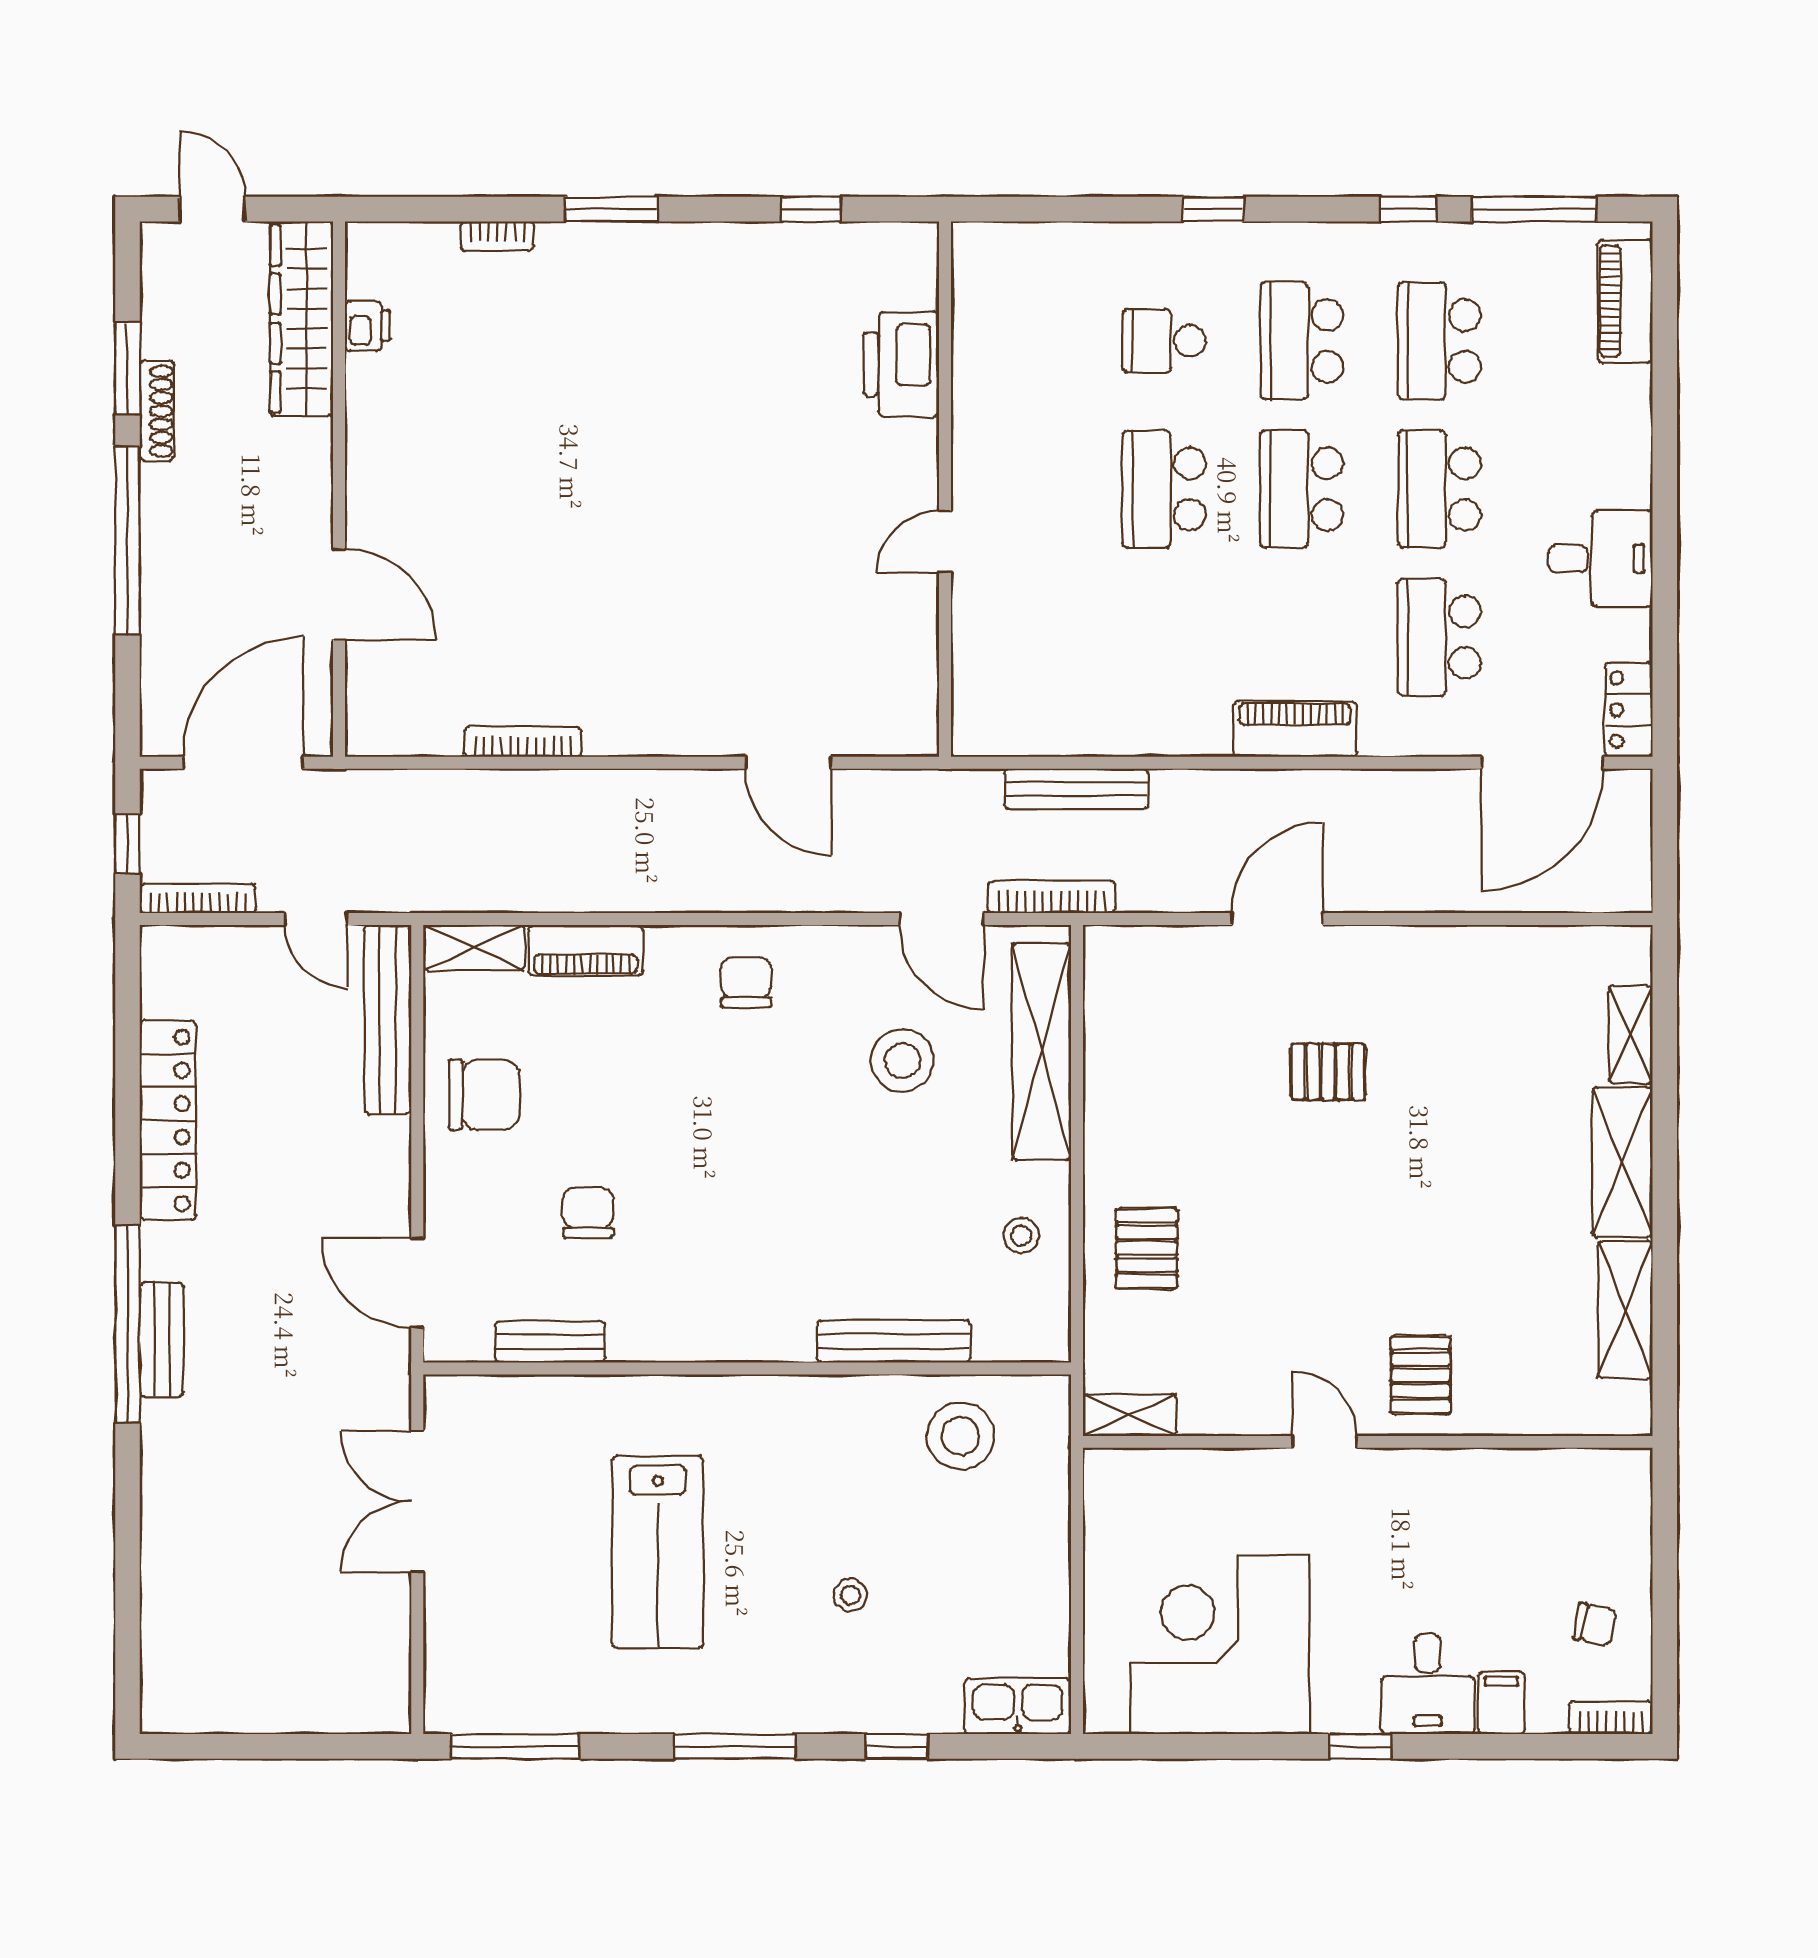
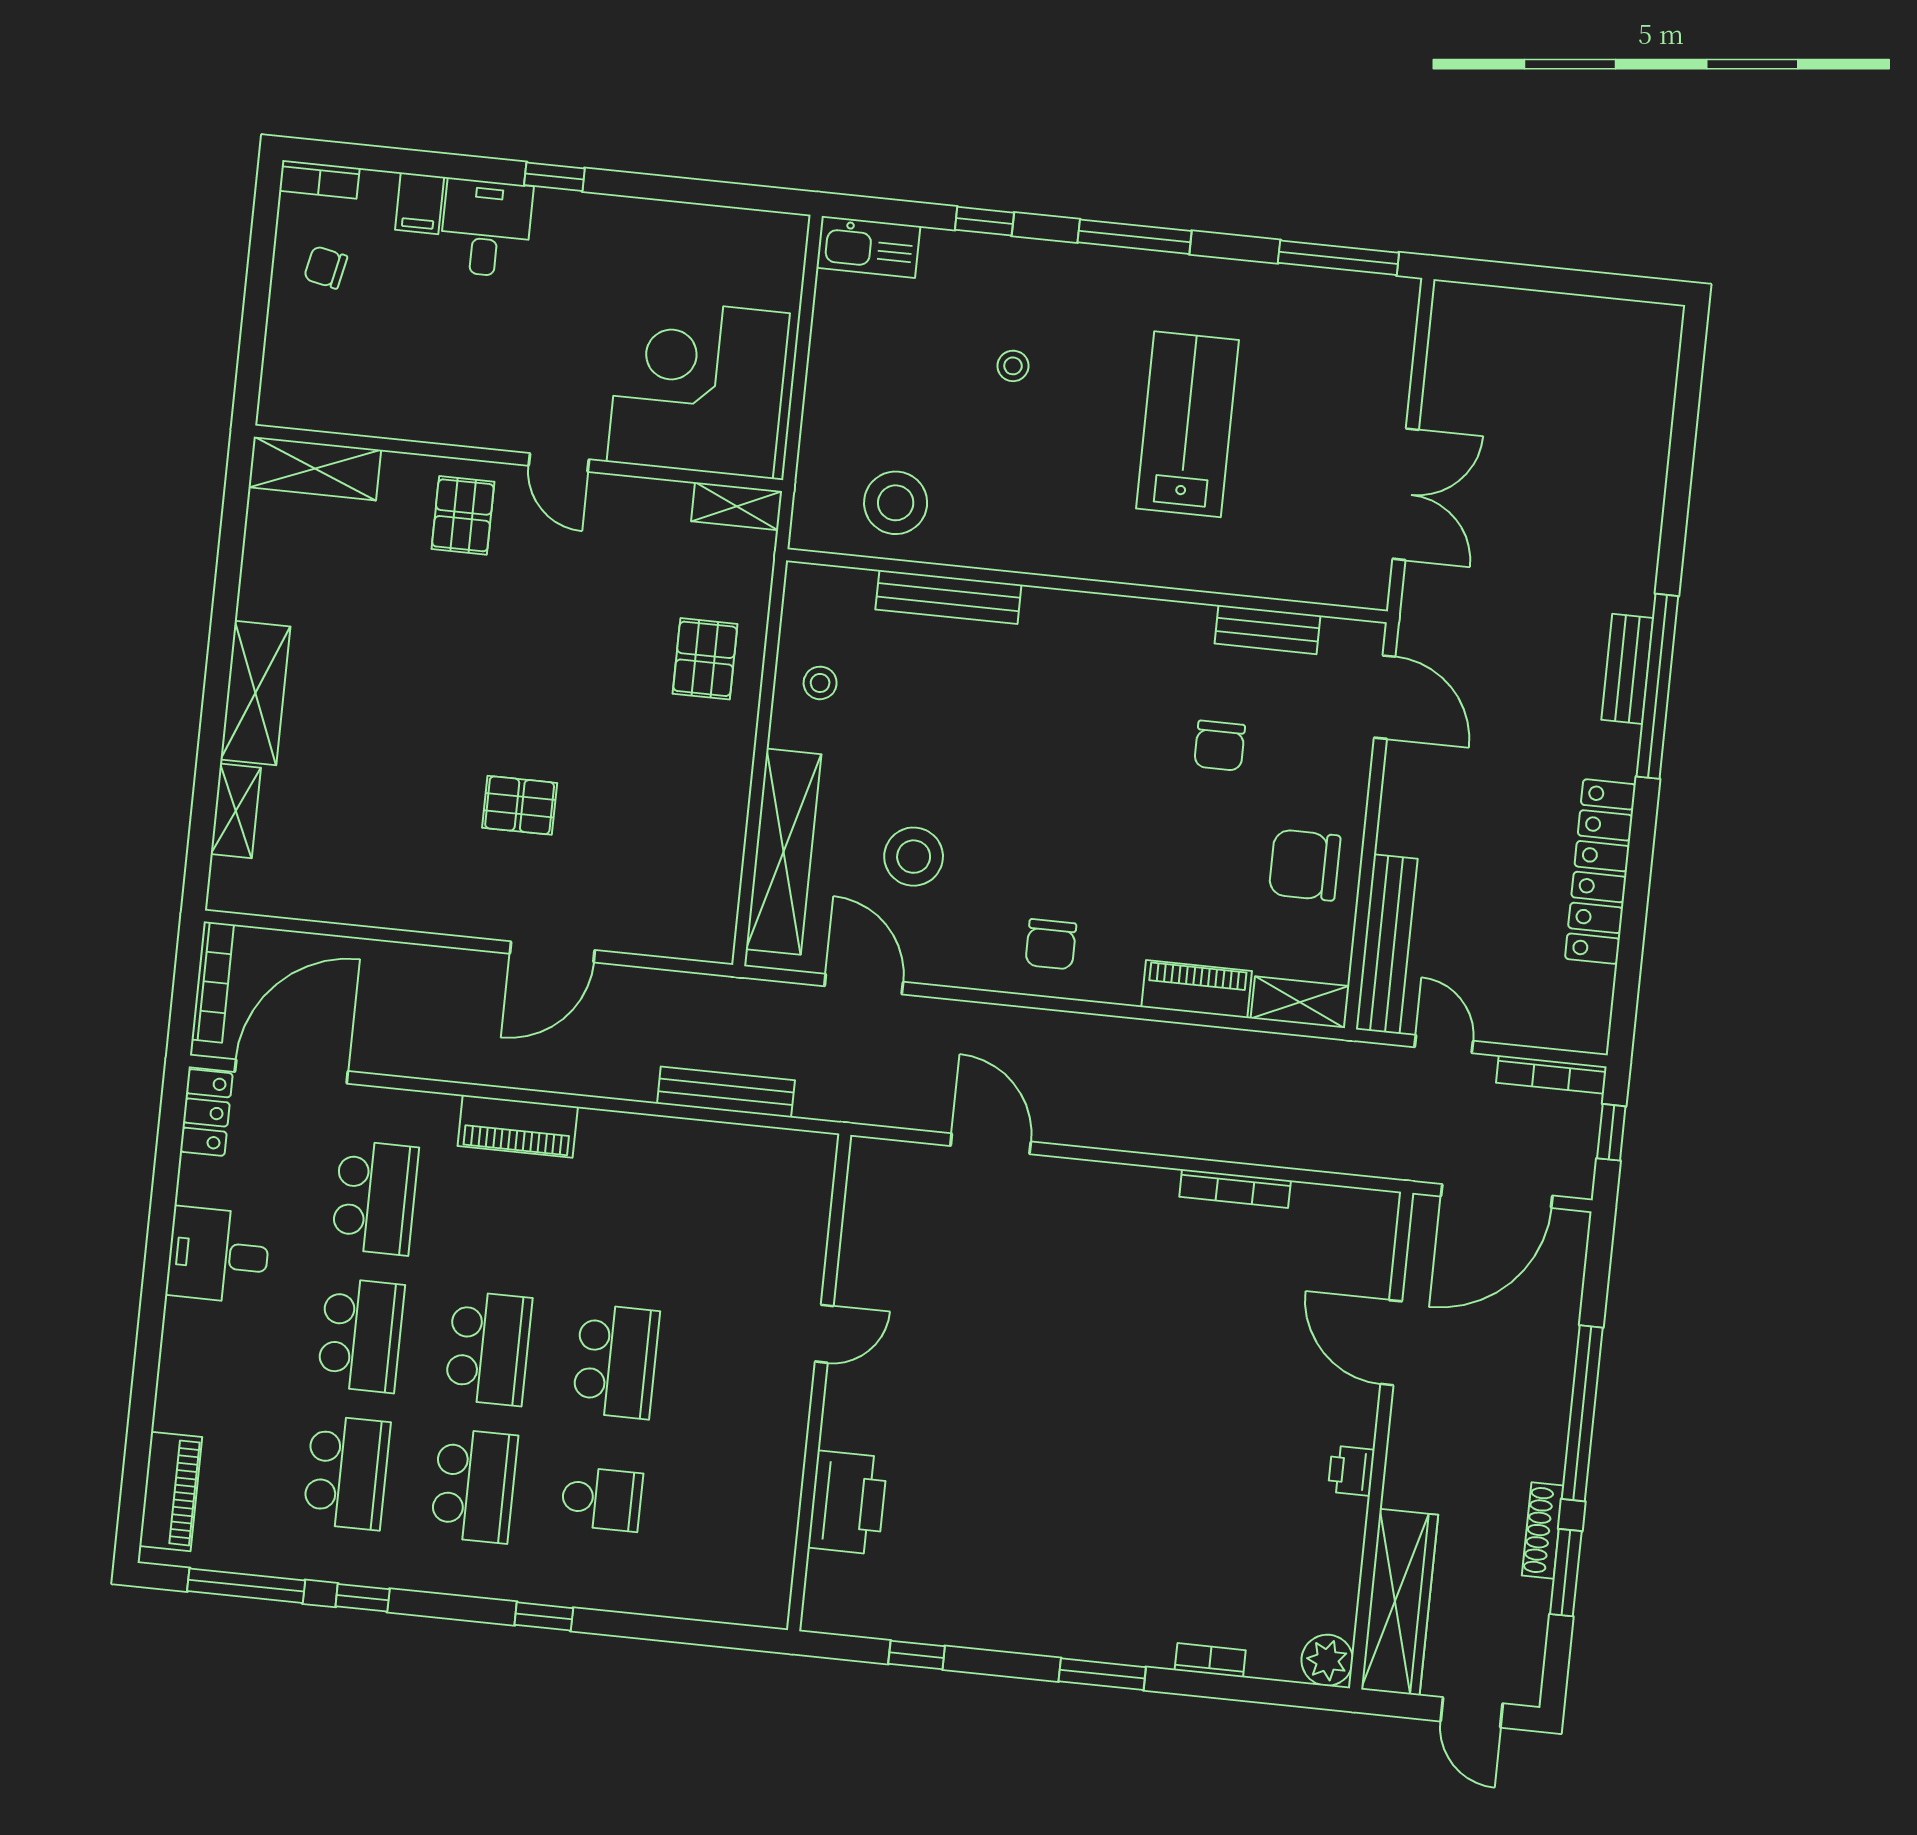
plant: (372, 249) -> (1327, 1660), added
printer: (368, 326) -> (1351, 1471), moved
bookcase: (1052, 897) -> (213, 982), moved, turned -90
shelving: (1625, 1310) -> (315, 469), moved, turned 90
corner desk: (1220, 1645) -> (698, 387), moved, turned 180

